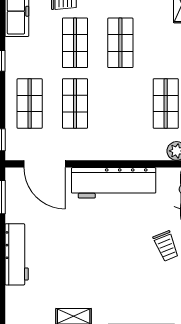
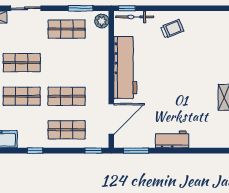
workbench: (17, 254) -> (172, 139), width x0.73

